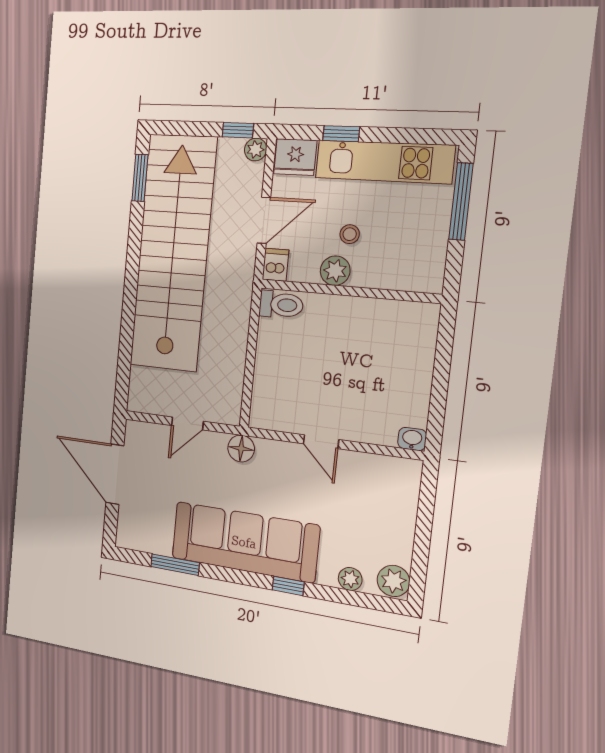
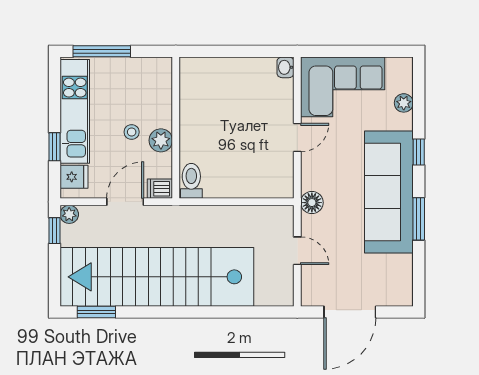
fridge: (295, 157) -> (74, 177), width x0.72
door: (264, 220) -> (125, 202), hinge flipped
corner sofa: (379, 507) -> (343, 87), added
window: (175, 565) -> (419, 219), moved
plant: (393, 581) -> (399, 69), removed

